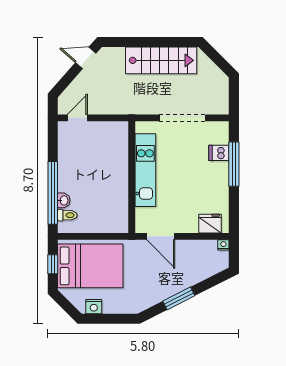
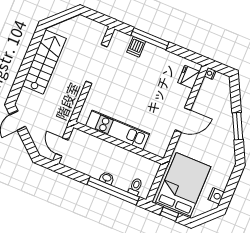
kitchen unit: (145, 170) -> (117, 130), moved
wall: (132, 177) -> (119, 143), moved
washbasin: (64, 200) -> (107, 178), moved

